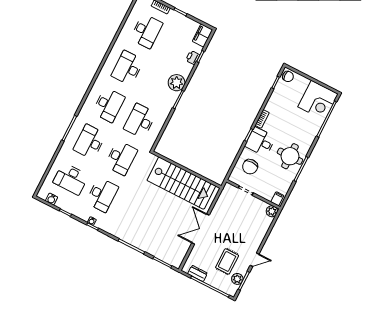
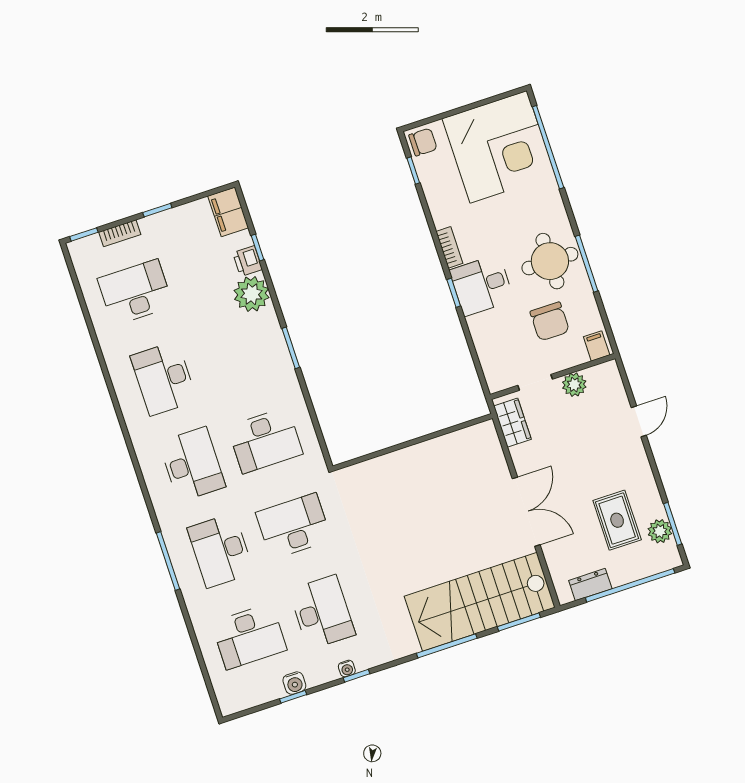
desk: (146, 31) -> (135, 292), turned -90
plant: (177, 83) -> (252, 294), moved
corner desk: (318, 100) -> (498, 147), width x1.36, depth x1.36
desk: (140, 121) -> (265, 440), turned -90
desk: (121, 158) -> (294, 526), turned -90
chair: (250, 167) -> (550, 321), moved
stairs: (181, 183) -> (480, 602), moved, turned 180
wardrobe: (225, 196) -> (512, 423), added
water cooler: (52, 199) -> (294, 683), moved
plant: (272, 211) -> (574, 385), moved
double door: (201, 229) -> (526, 512), swing flipped
door: (255, 260) -> (639, 421), moved

